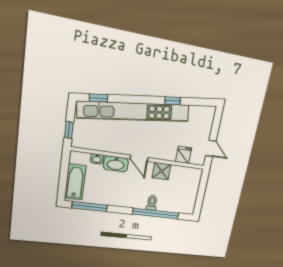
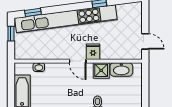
window: (69, 130) -> (11, 34), moved
fridge: (184, 155) -> (93, 52), moved
washbasin: (116, 164) -> (121, 69), moved

